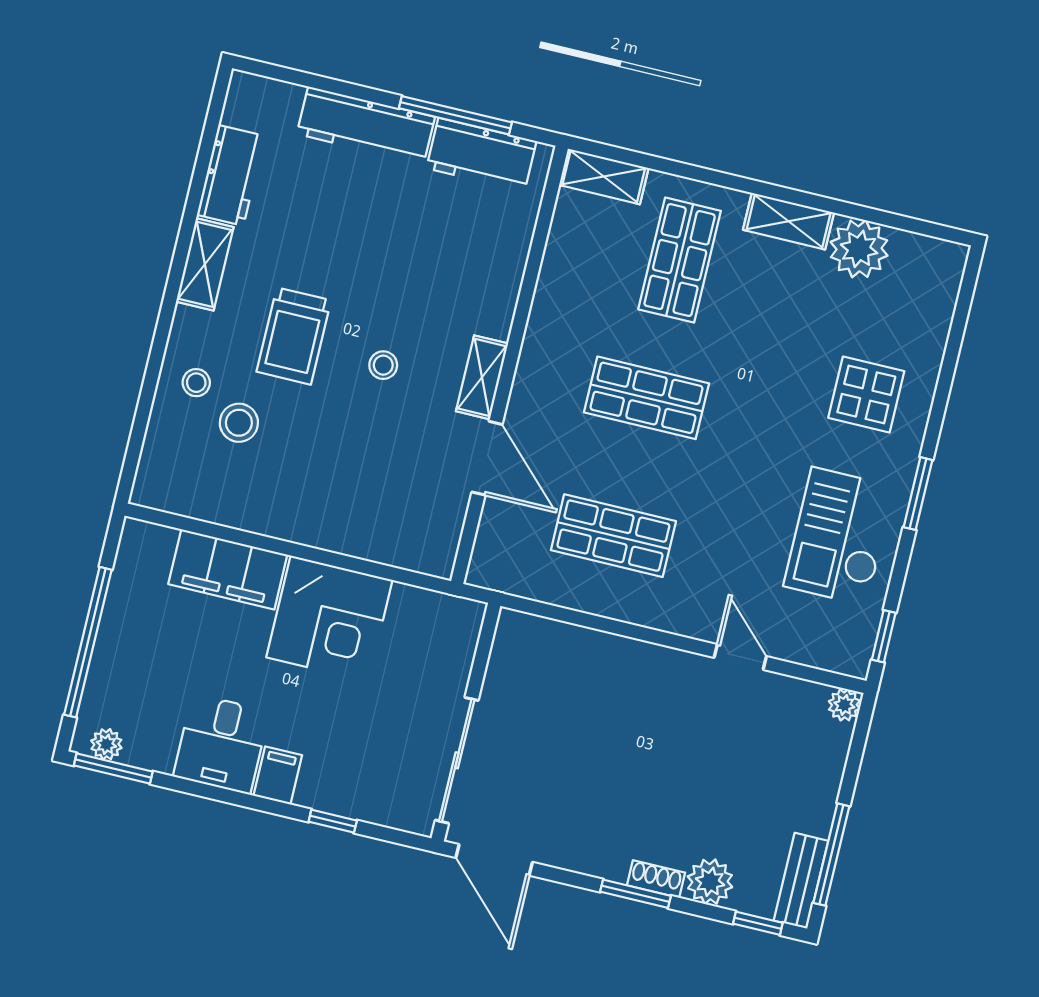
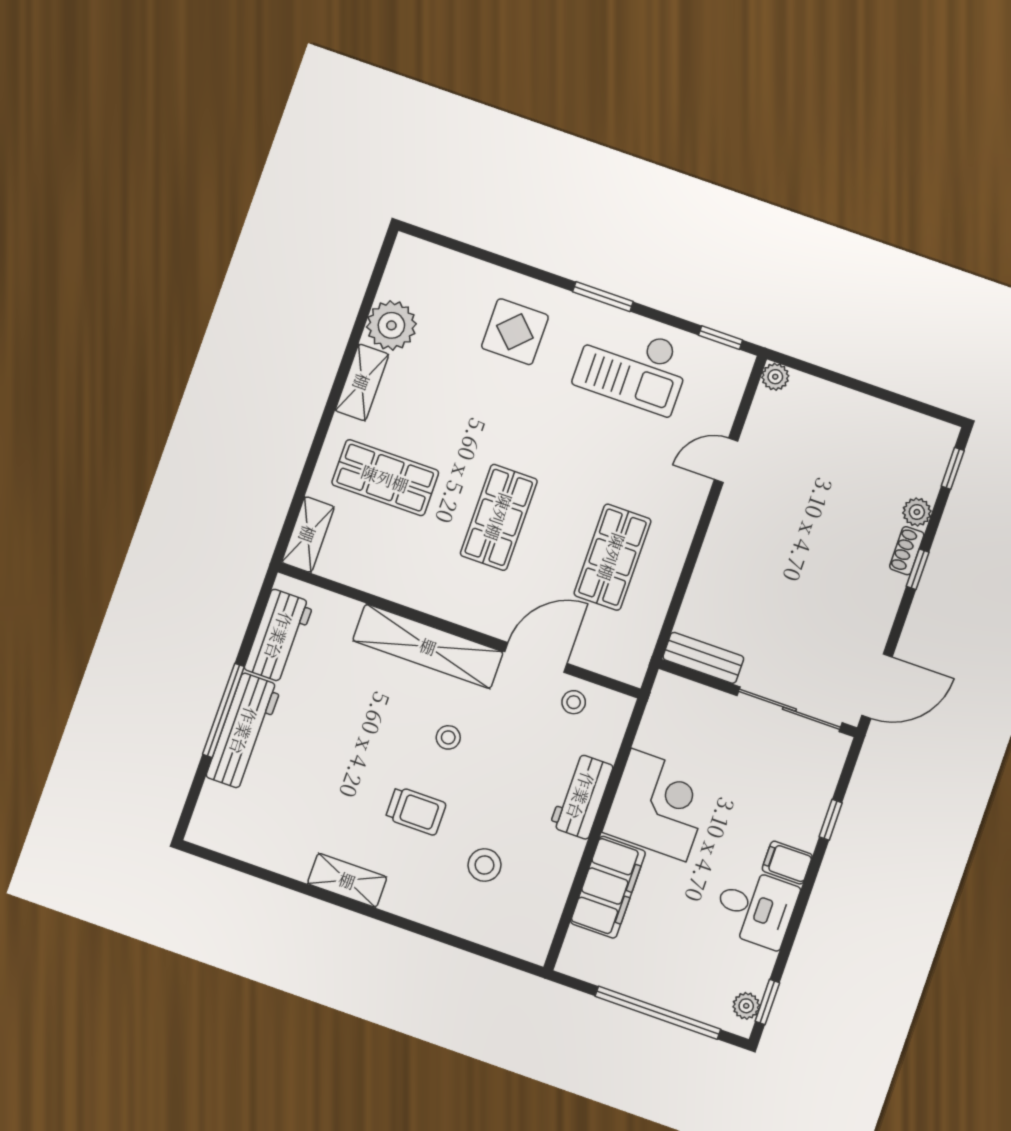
window: (455, 115) -> (223, 710), moved
workbench: (231, 175) -> (581, 796), moved, turned -90
trolley: (294, 336) -> (416, 811), width x0.73, depth x0.72
shelving: (482, 377) -> (428, 646), width x2.20, depth x1.33
stool: (196, 383) -> (574, 702), moved
window: (113, 768) -> (767, 1002), width x0.67
window: (831, 855) -> (901, 400), removed
bench: (801, 881) -> (703, 658), moved
plant: (710, 882) -> (917, 512), width x0.73, depth x0.73
window: (635, 894) -> (918, 569), width x0.67

